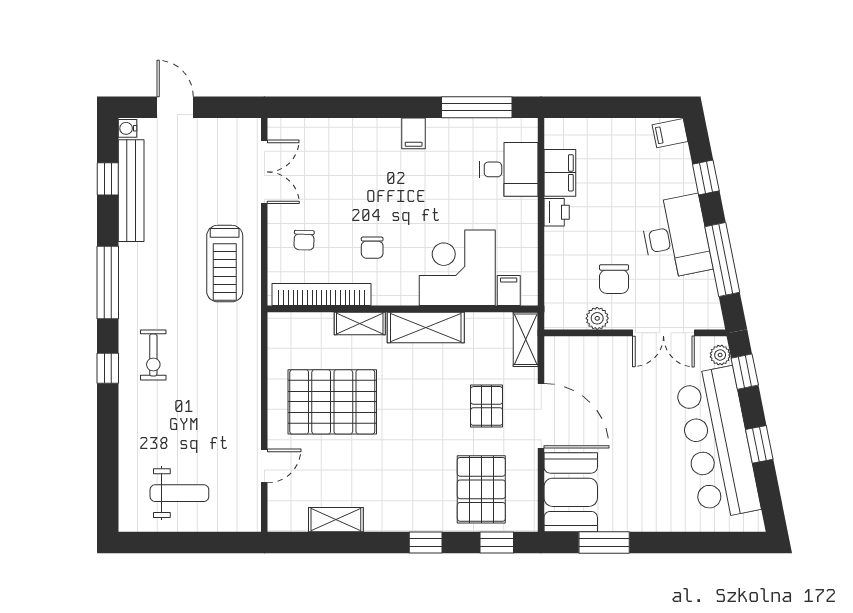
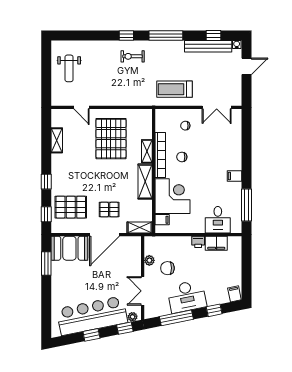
bookcase: (322, 294) -> (160, 155), moved

